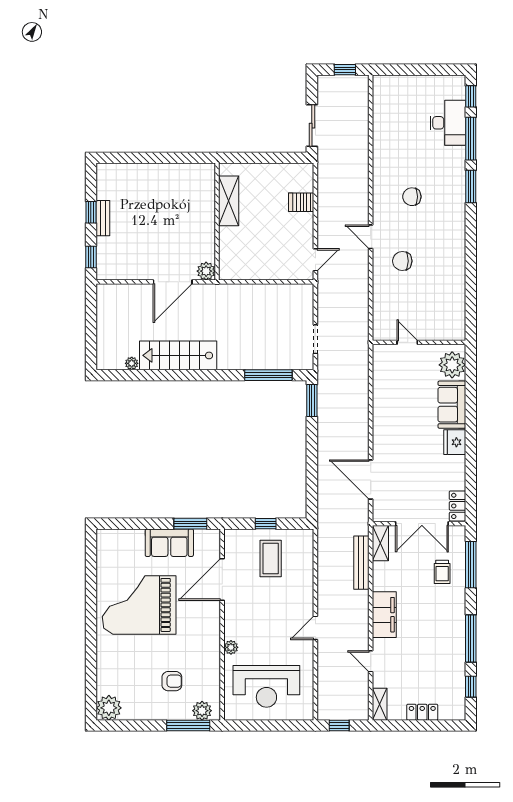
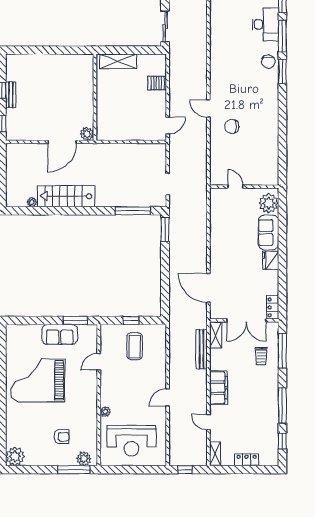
chair: (412, 197) -> (268, 62), moved, turned -90
shelving: (229, 201) -> (118, 61), moved, turned 90
door: (222, 579) -> (99, 362), width x0.53

